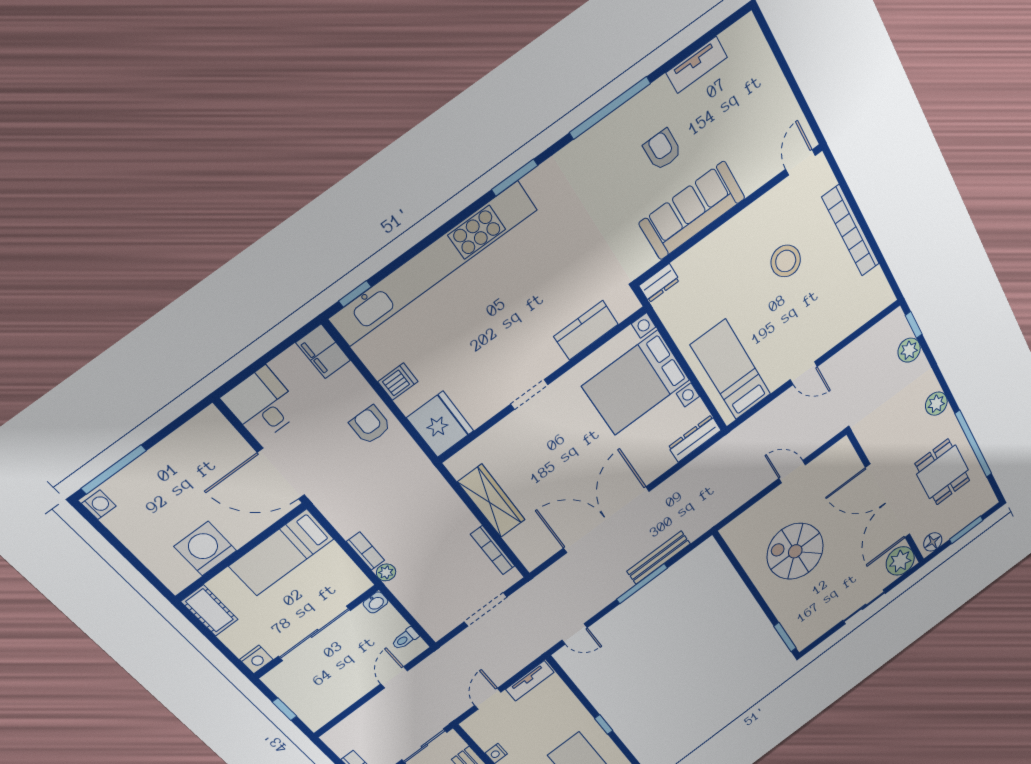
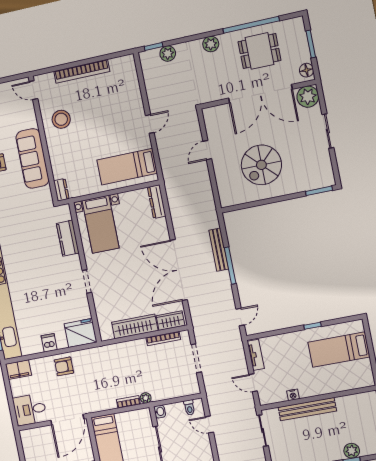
stool: (786, 261) -> (61, 119), moved
bed with nightstands: (636, 383) -> (101, 224), width x0.73
wardrobe: (525, 547) -> (171, 321), added

